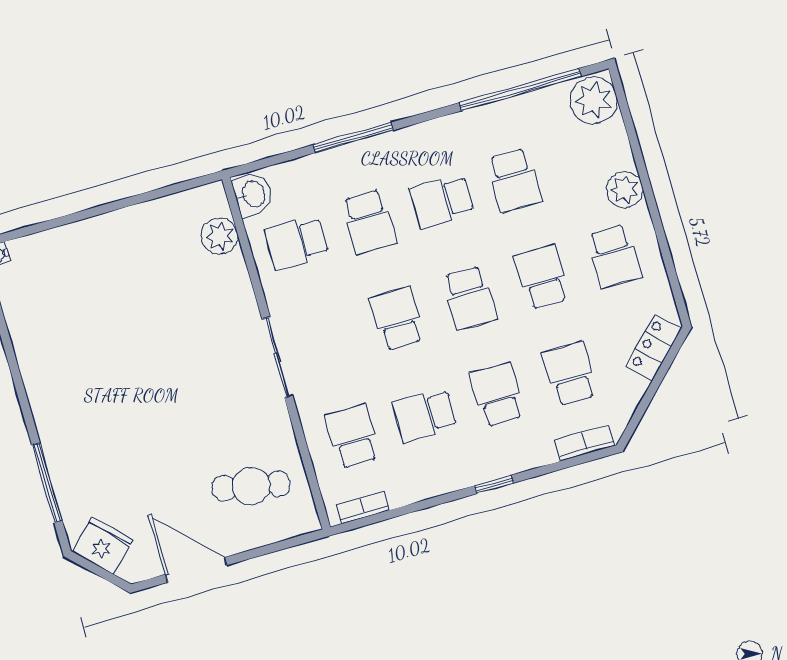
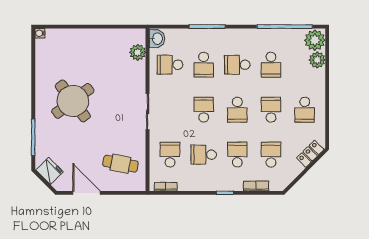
plant: (625, 190) -> (317, 60), moved
round table: (110, 380) -> (73, 101), added
bookcase: (585, 443) -> (256, 186), moved

